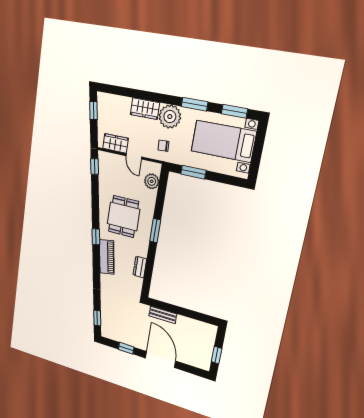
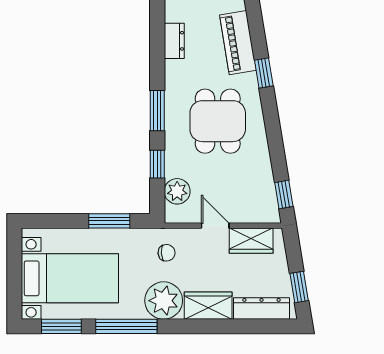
dresser: (115, 101) -> (261, 308), added
window: (195, 104) -> (126, 326), width x1.44
window: (160, 200) -> (157, 164), added

